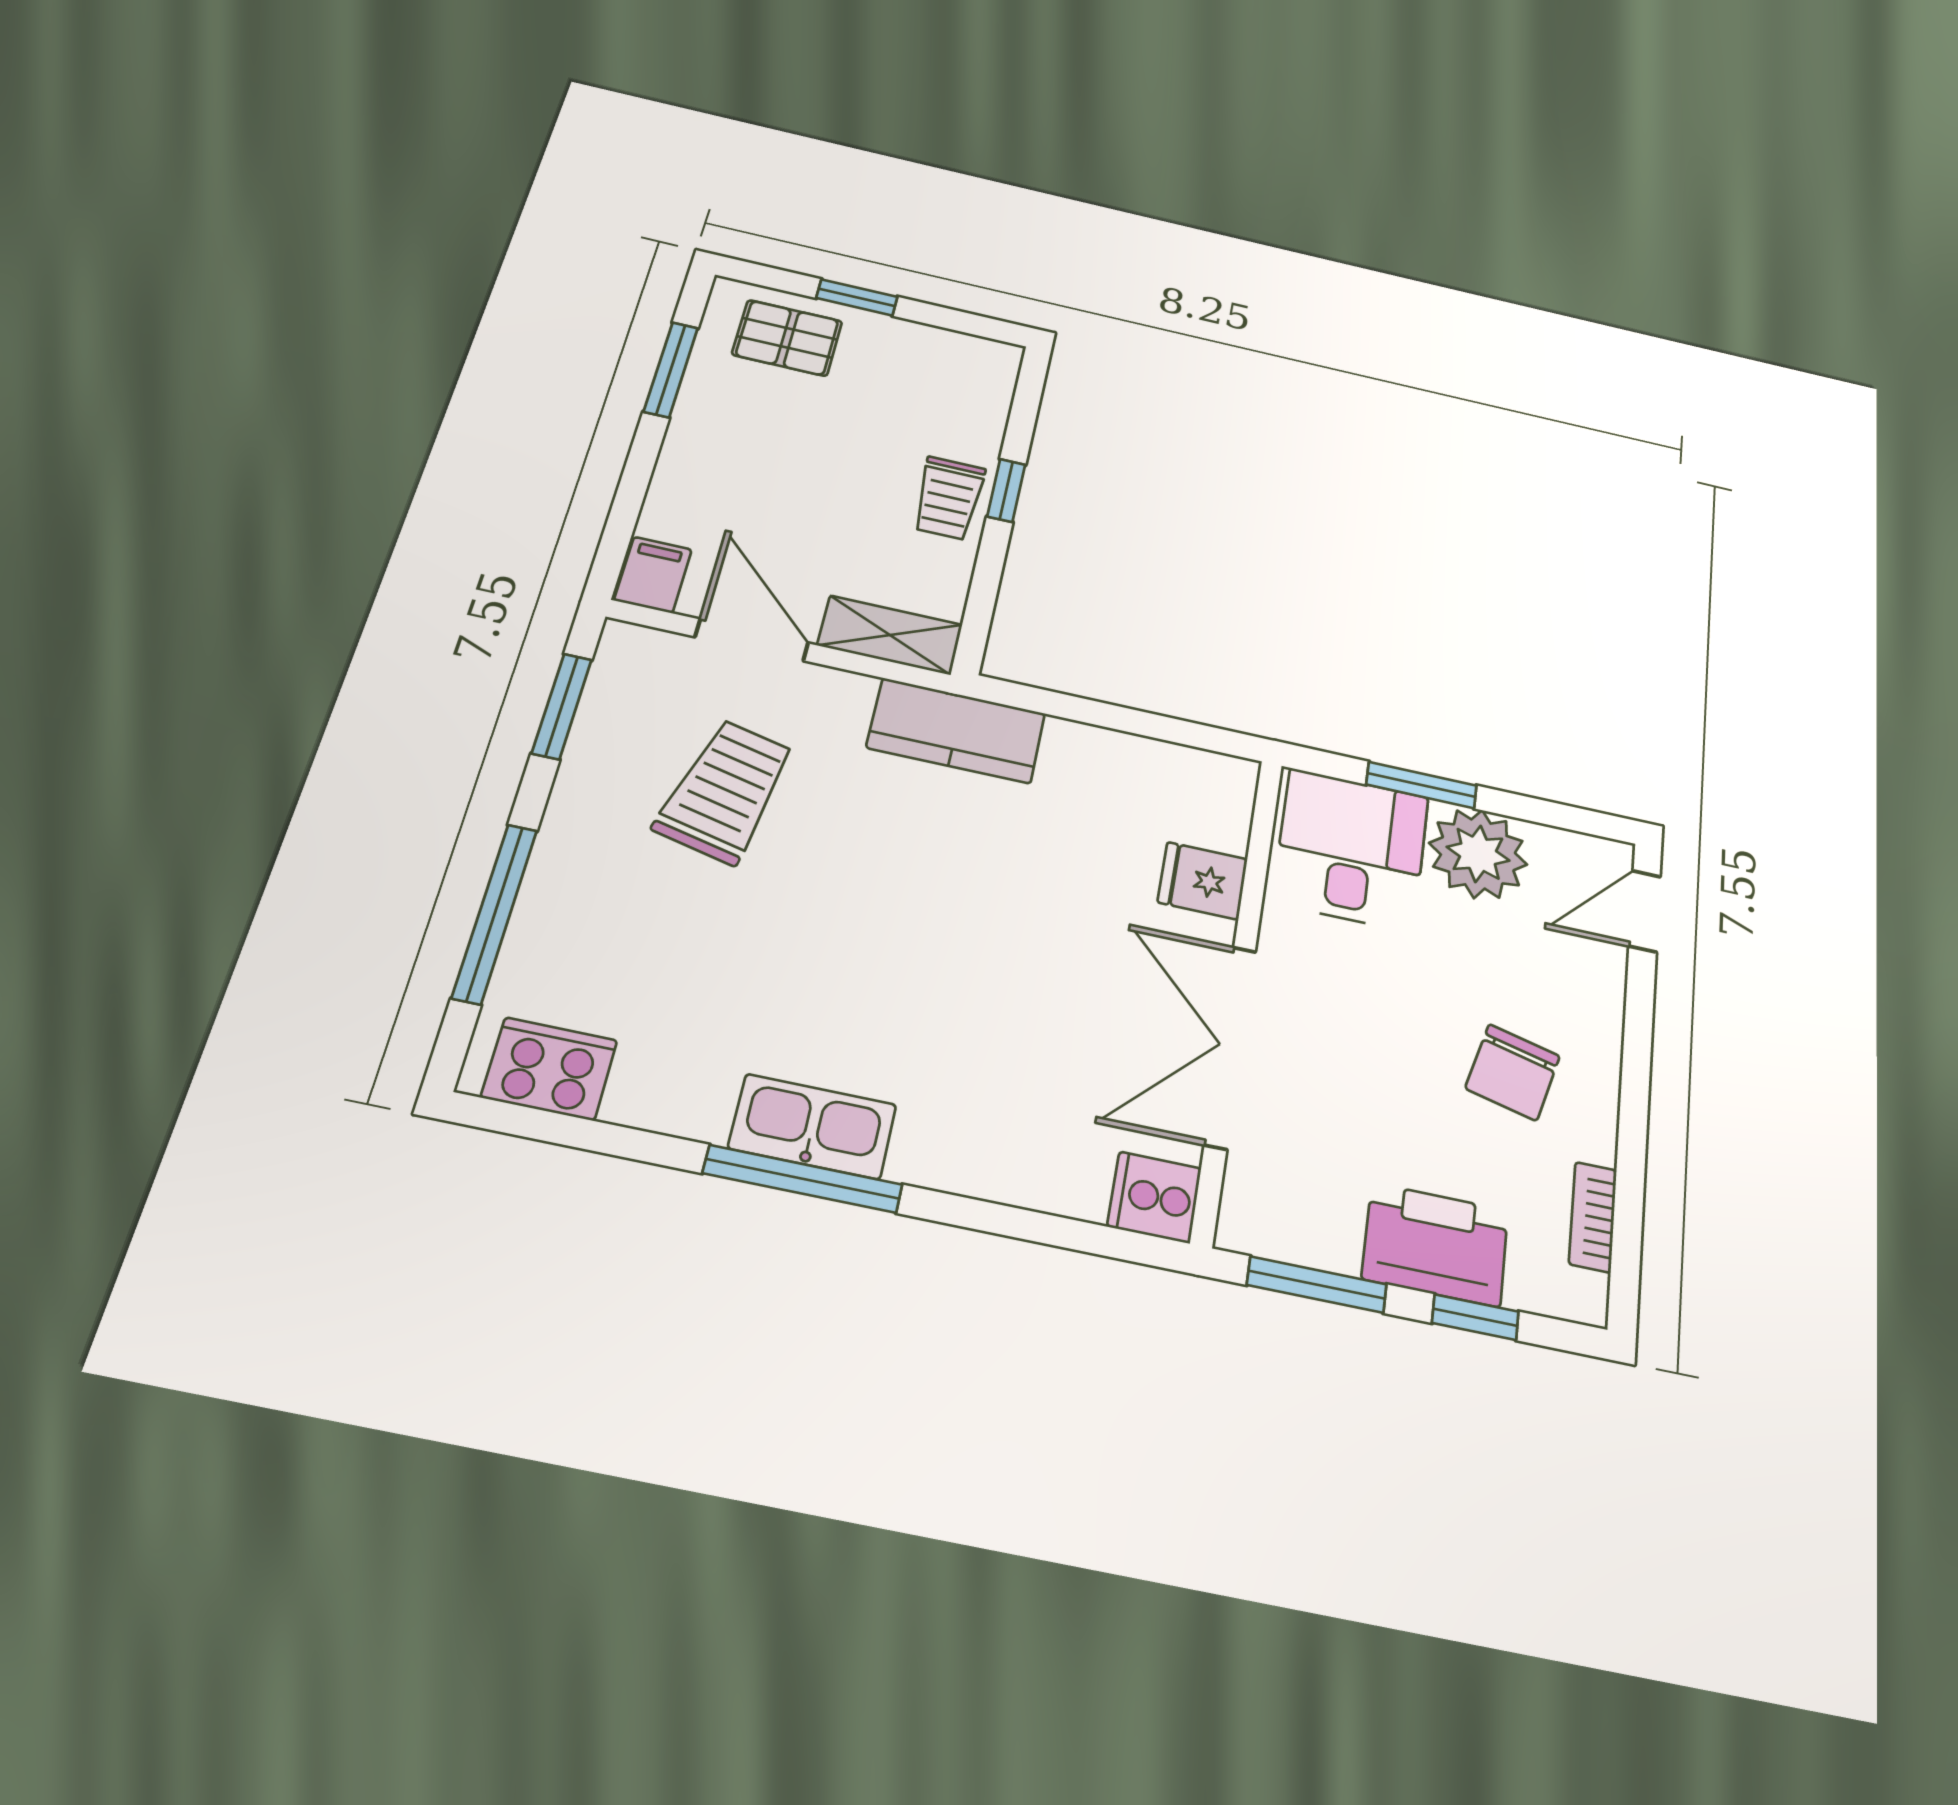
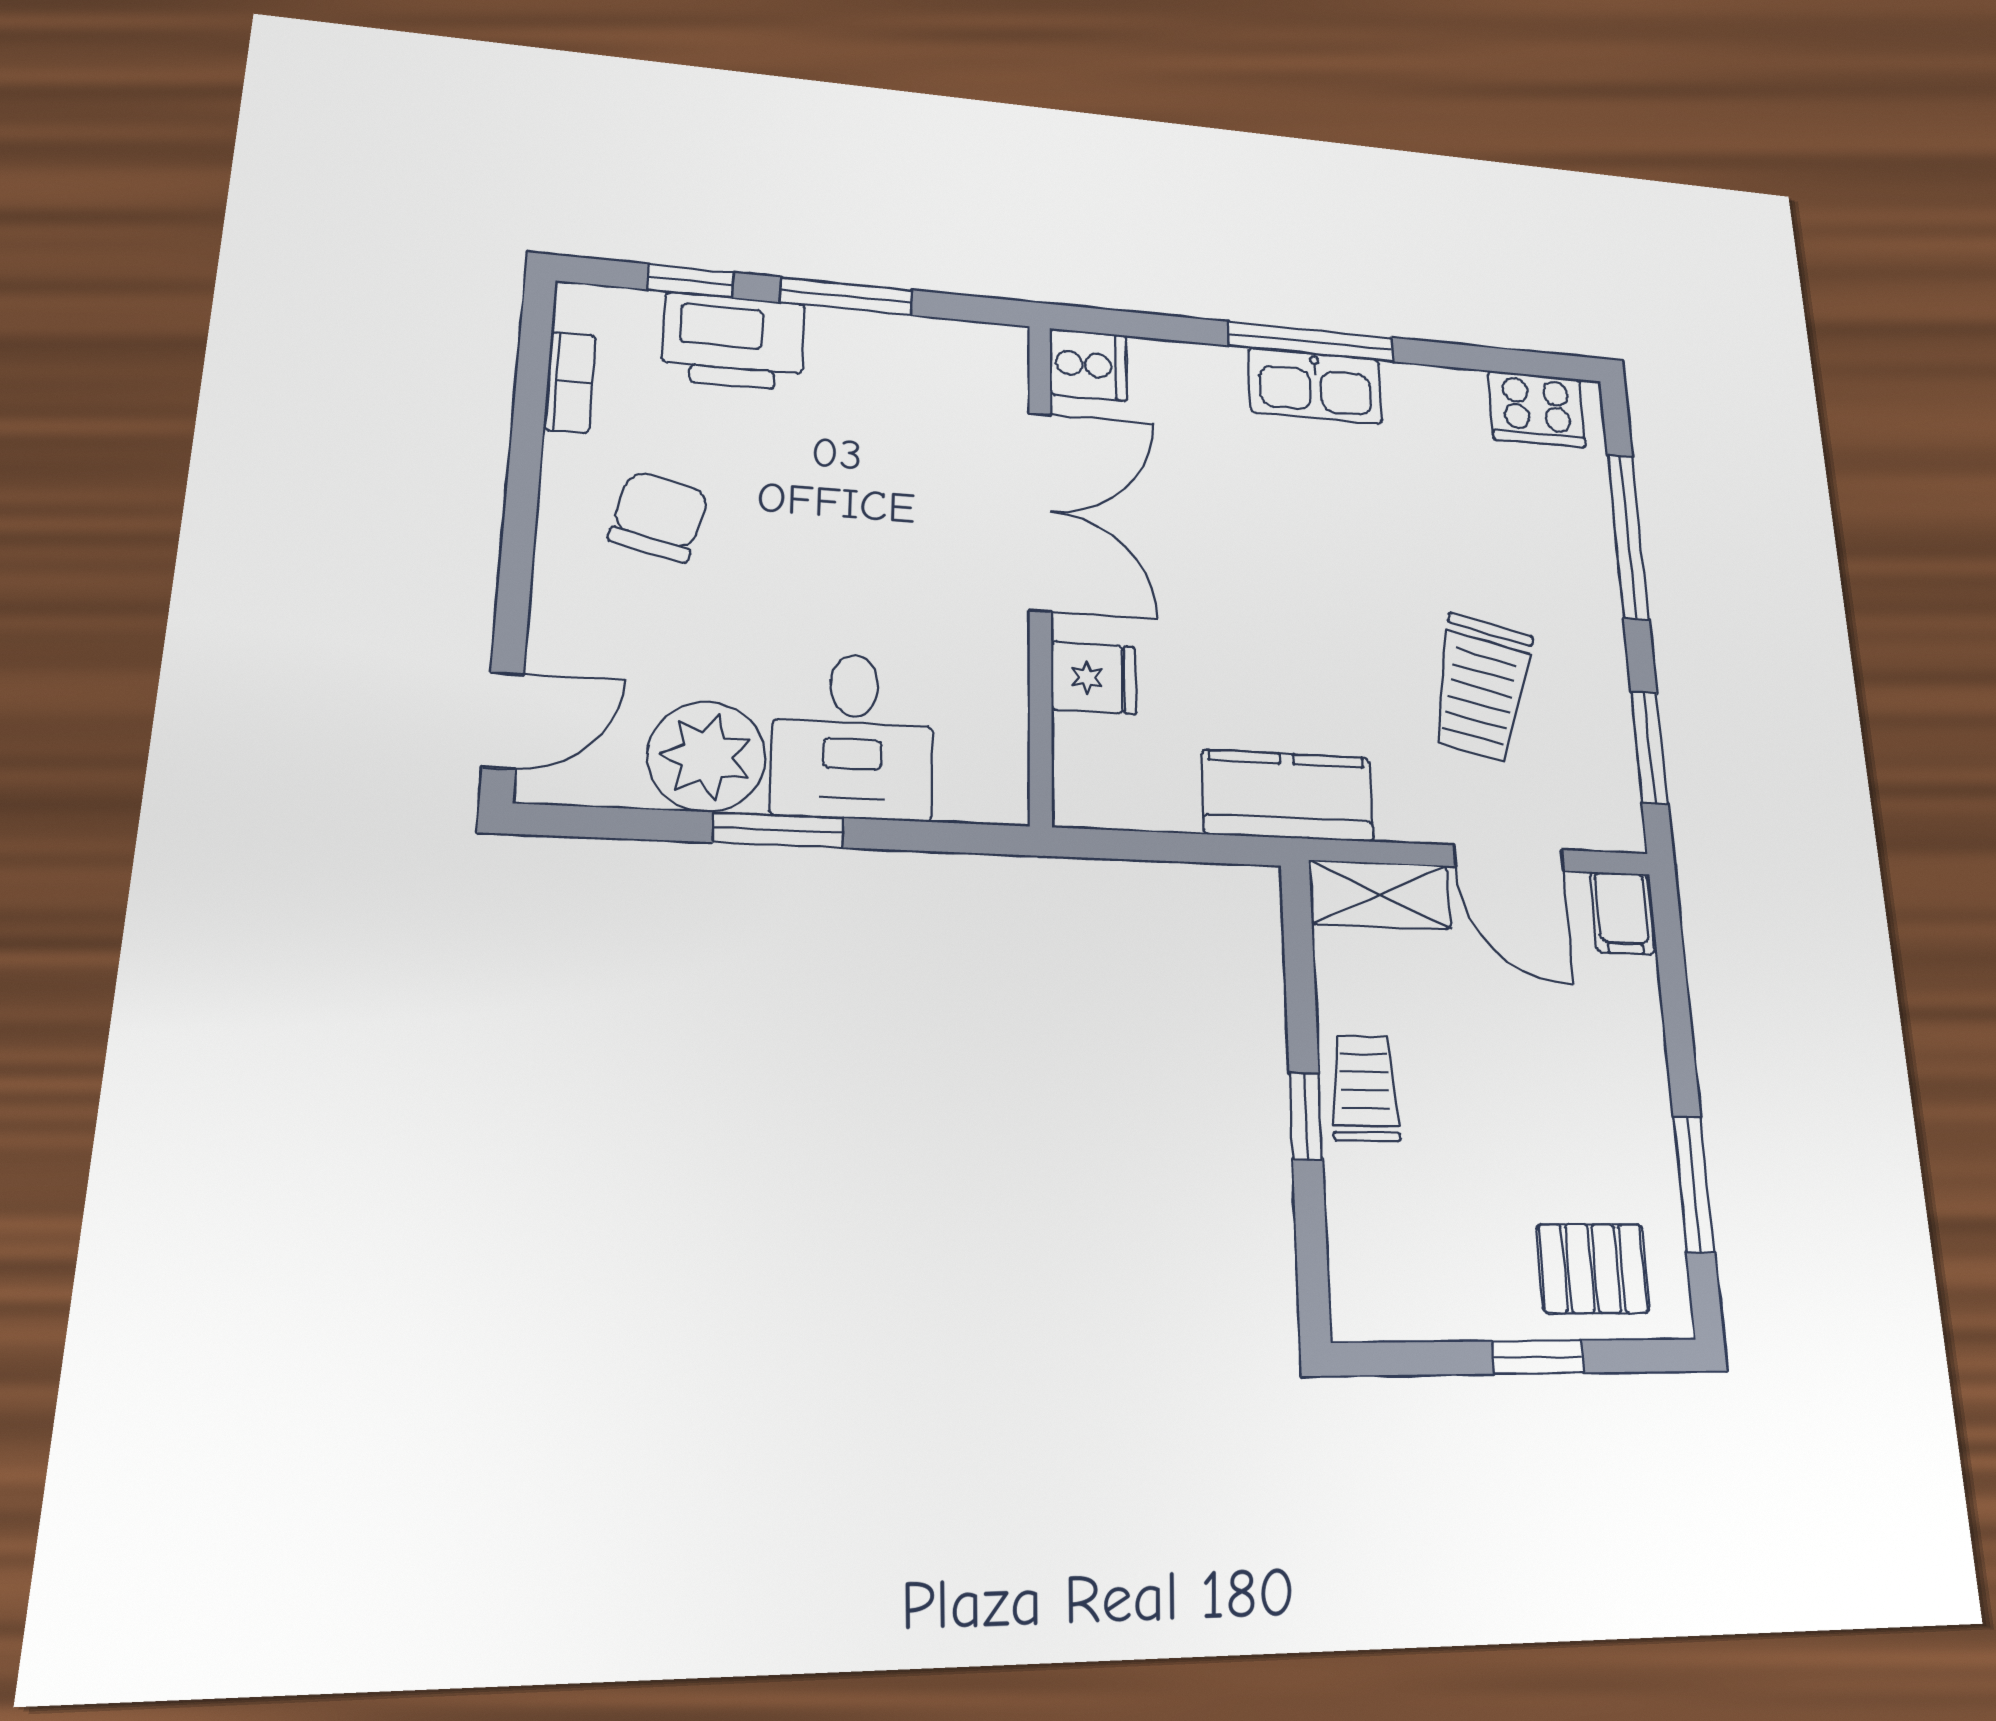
fridge: (1203, 881) -> (1094, 678), moved
wall: (1238, 991) -> (1040, 567), moved
double door: (1230, 1046) -> (1040, 511), moved
cooker: (1154, 1197) -> (1088, 365), moved

